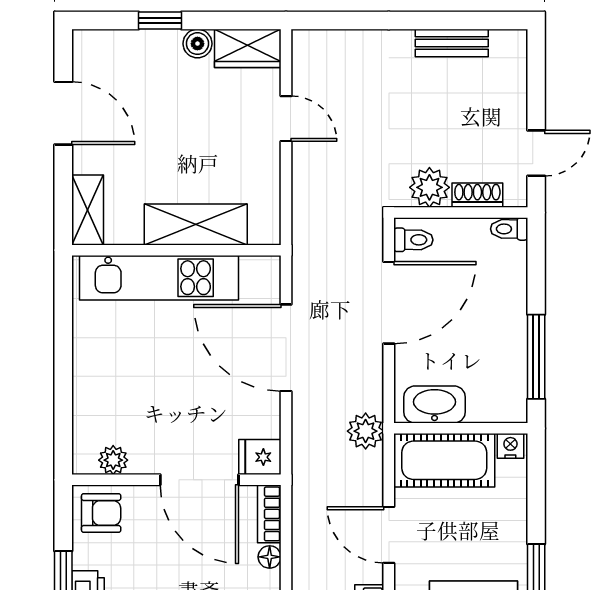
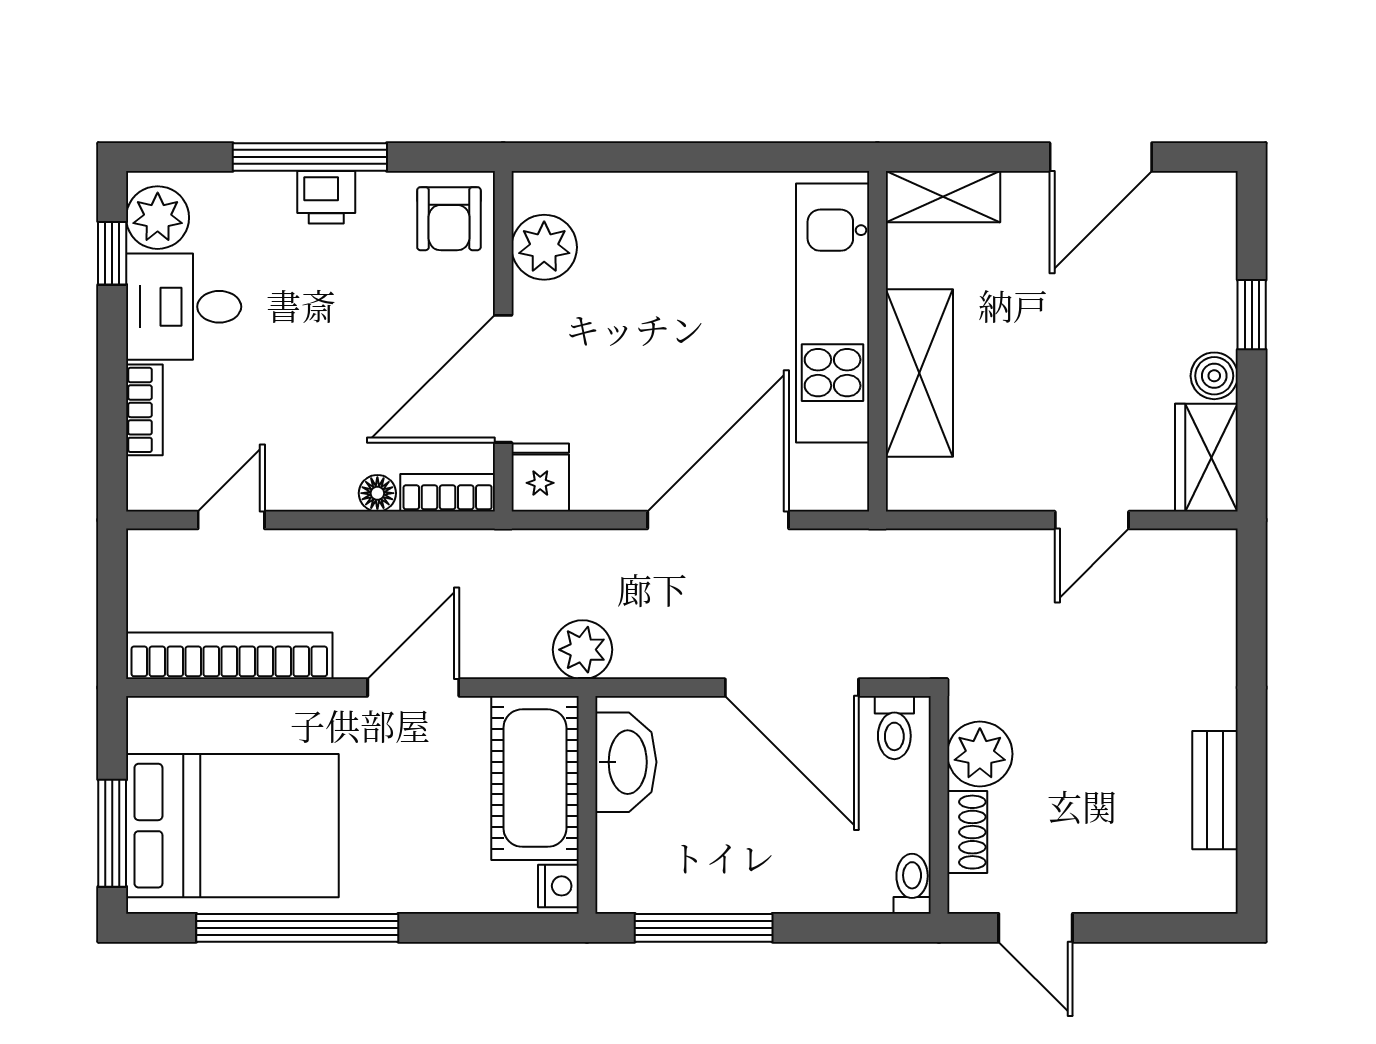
plant: (113, 460) -> (544, 247), width x1.38, depth x1.38

